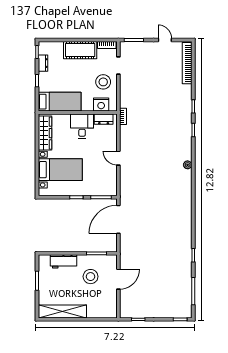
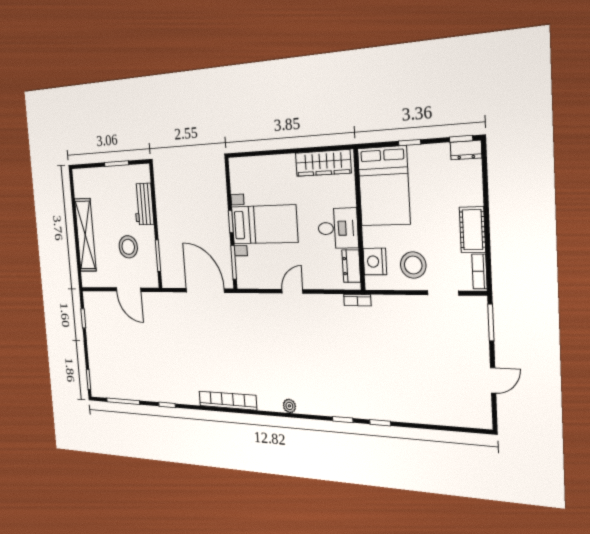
cot: (80, 50) -> (472, 230), width x0.73, depth x0.75
dresser: (43, 63) -> (466, 150), moved
bookcase: (187, 63) -> (228, 400), moved
bed: (60, 102) -> (384, 186), width x1.50
bed with nightstands: (60, 170) -> (264, 224), moved, turned -90
shelving: (62, 312) -> (85, 235), moved

